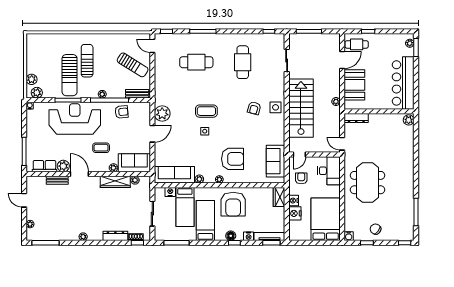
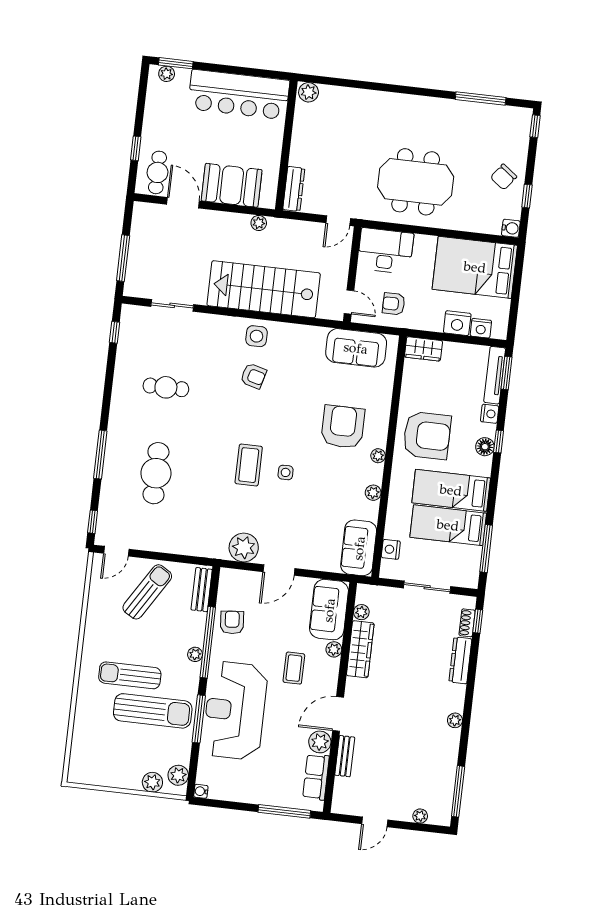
cafe table: (243, 62) -> (166, 387), width x0.73, depth x0.74
door: (152, 134) -> (279, 570), swing flipped
sofa: (174, 175) -> (359, 548), width x0.73
nightstand: (294, 201) -> (481, 328), moved
bed: (185, 207) -> (448, 525), moved, turned 180

